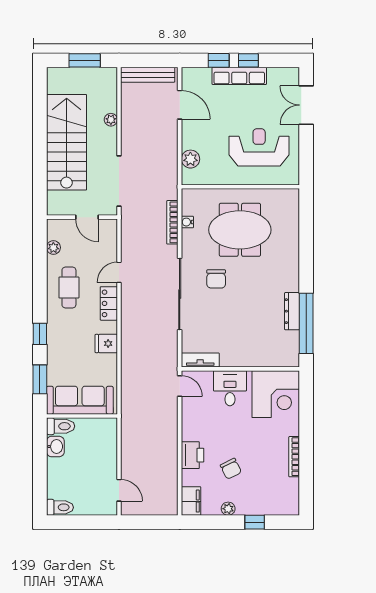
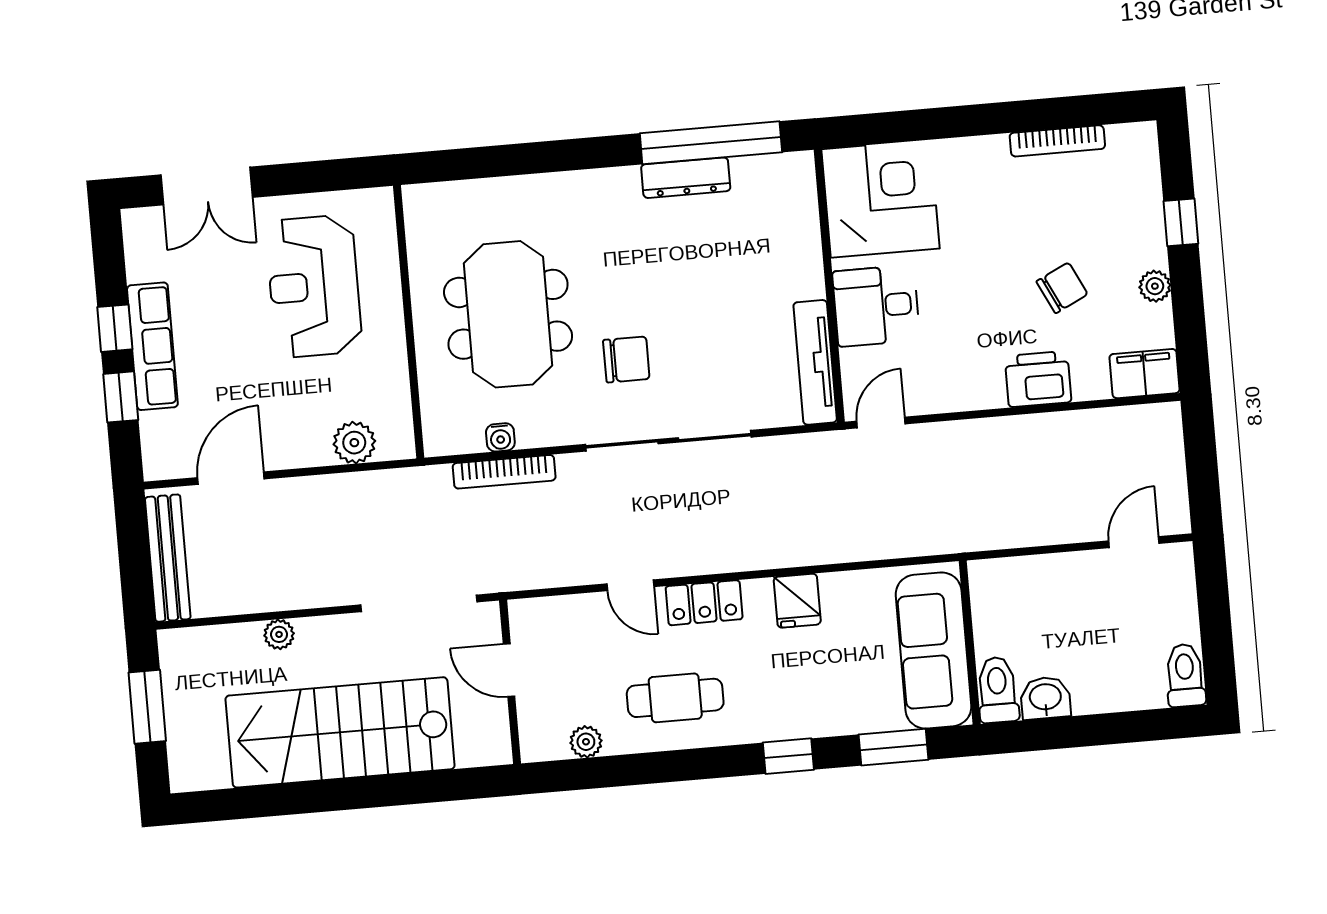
door: (87, 217) -> (509, 670), swing flipped
tv unit: (200, 360) -> (815, 362), width x1.41
bookcase: (294, 457) -> (1057, 141), moved

